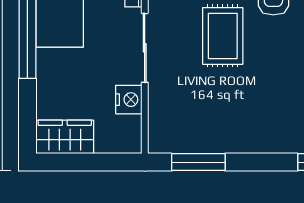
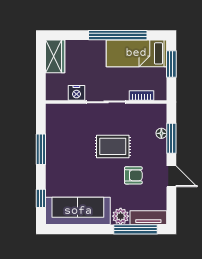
window: (198, 162) -> (41, 149), moved

